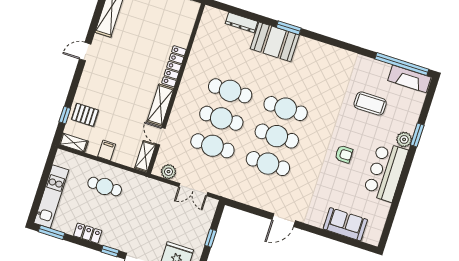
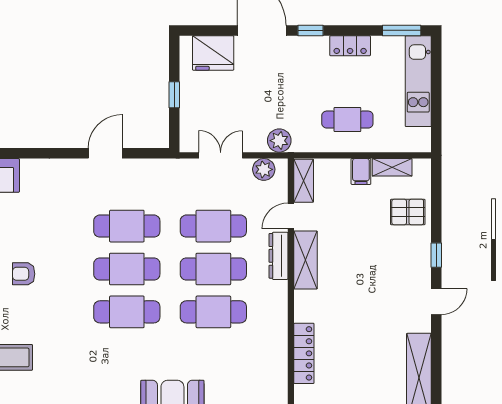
locker: (174, 66) -> (304, 353), moved
dresser: (177, 113) -> (279, 256), added
window: (65, 115) -> (436, 255), moved
door: (161, 136) -> (291, 216), swing flipped
shelving: (74, 143) -> (392, 167), moved
plant: (153, 187) -> (279, 141), added
door: (284, 220) -> (105, 153), moved

